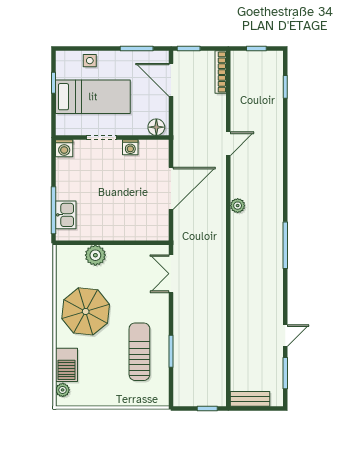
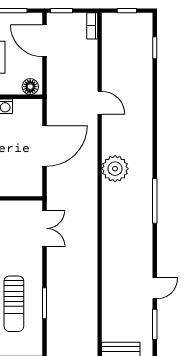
bookcase: (221, 72) -> (92, 26), width x0.64
door: (228, 144) -> (100, 103), hinge flipped
plant: (238, 206) -> (115, 169), width x1.88, depth x1.88
double door: (171, 274) -> (45, 228), swing flipped
sun lounger: (139, 352) -> (14, 304), turned 180

